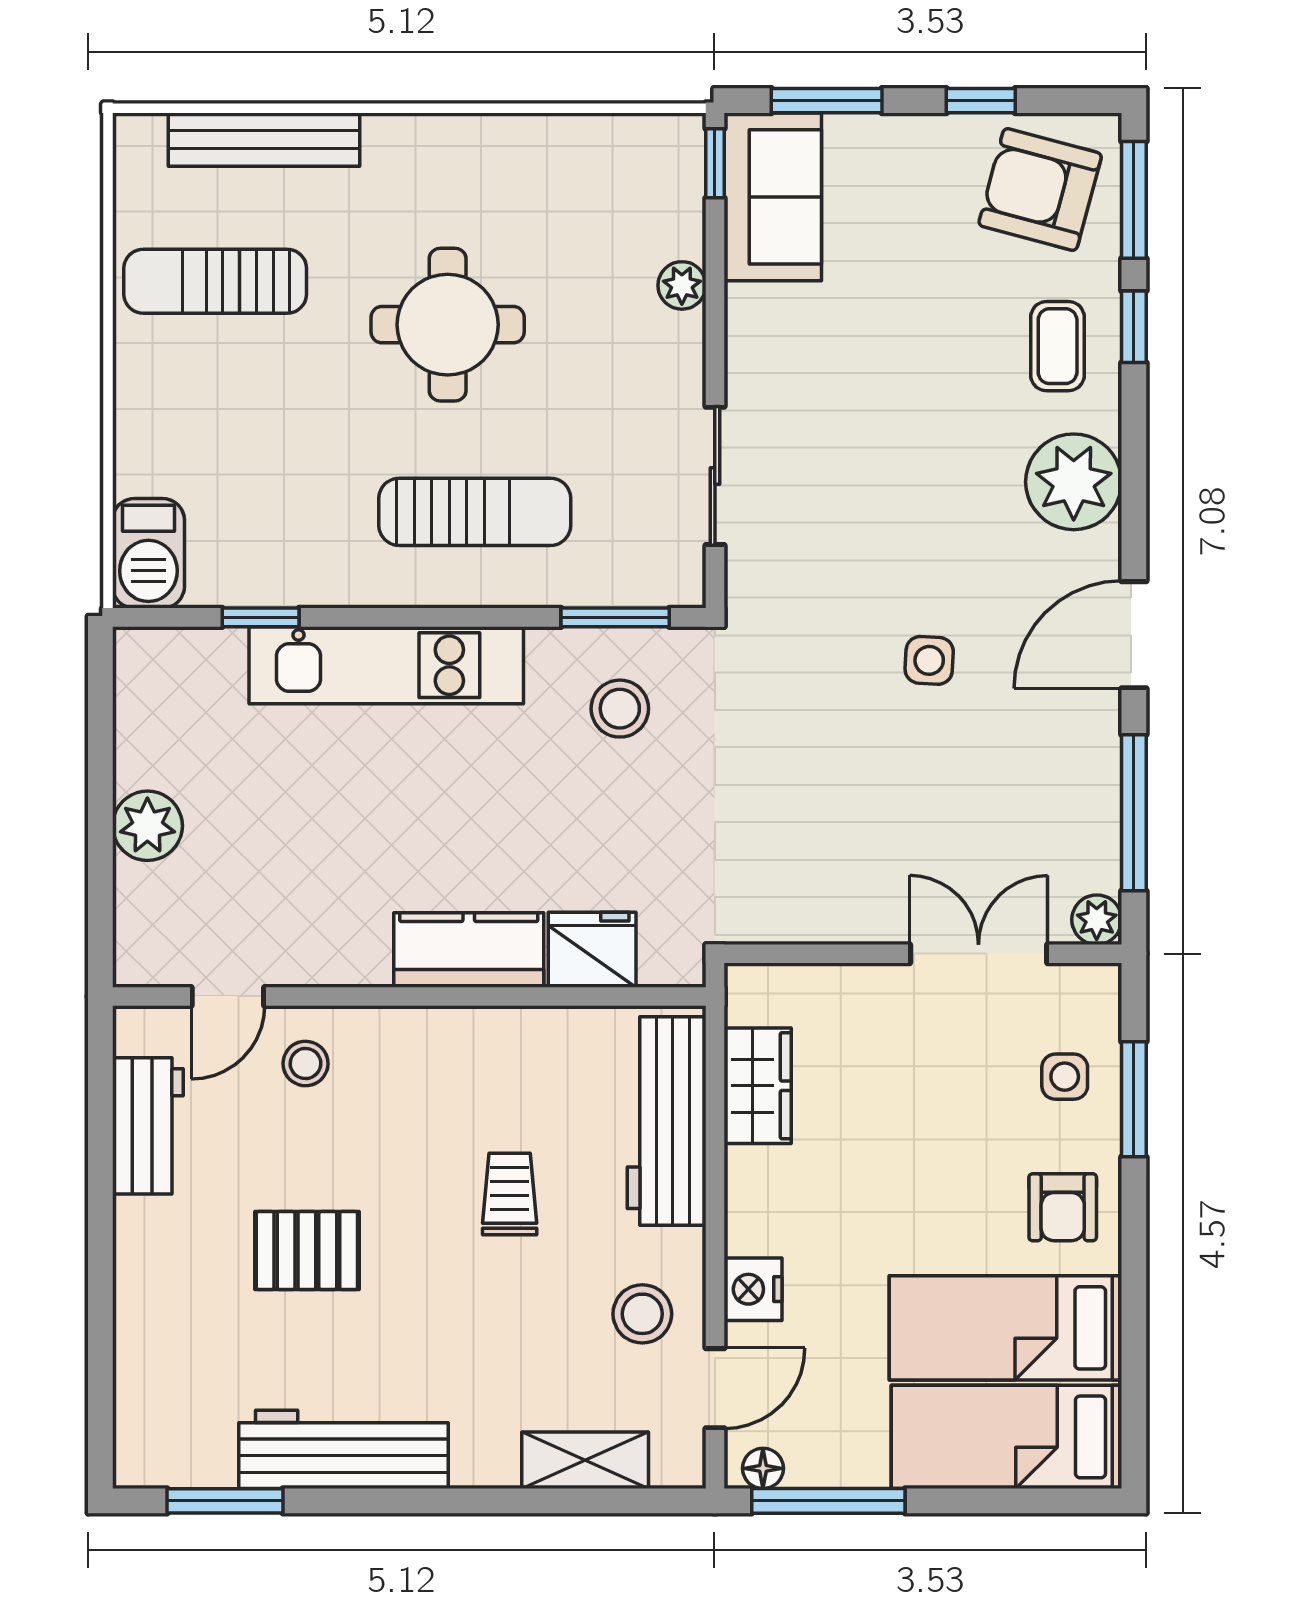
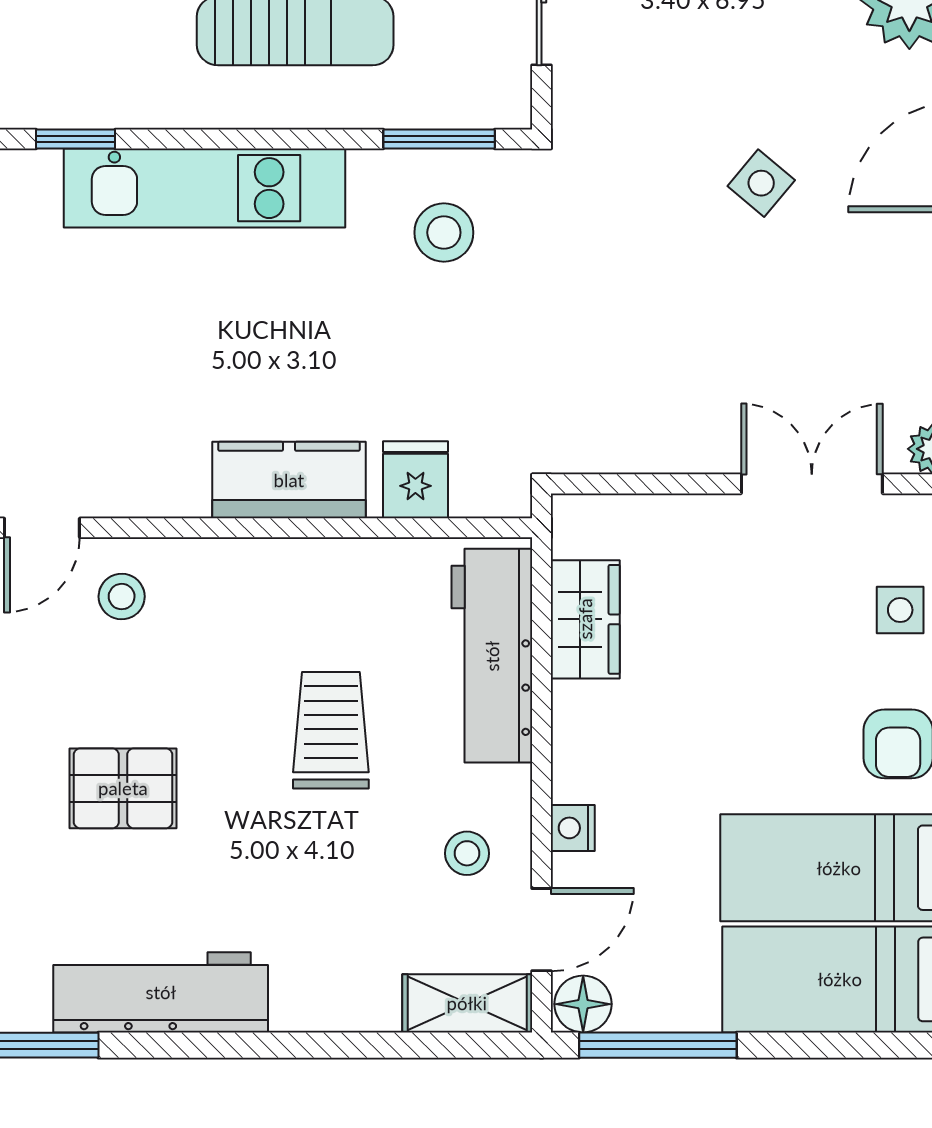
side table: (929, 660) -> (761, 183), turned 37
fridge: (592, 950) -> (415, 480), width x0.72
trolley: (510, 1194) -> (331, 730), width x1.36, depth x1.39
nightstand: (753, 1289) -> (573, 828), width x0.72, depth x0.74
stool: (642, 1314) -> (467, 853), width x0.73, depth x0.73
shelving: (585, 1460) -> (467, 1003), moved
floor lamp: (763, 1468) -> (583, 1004), width x1.37, depth x1.37

